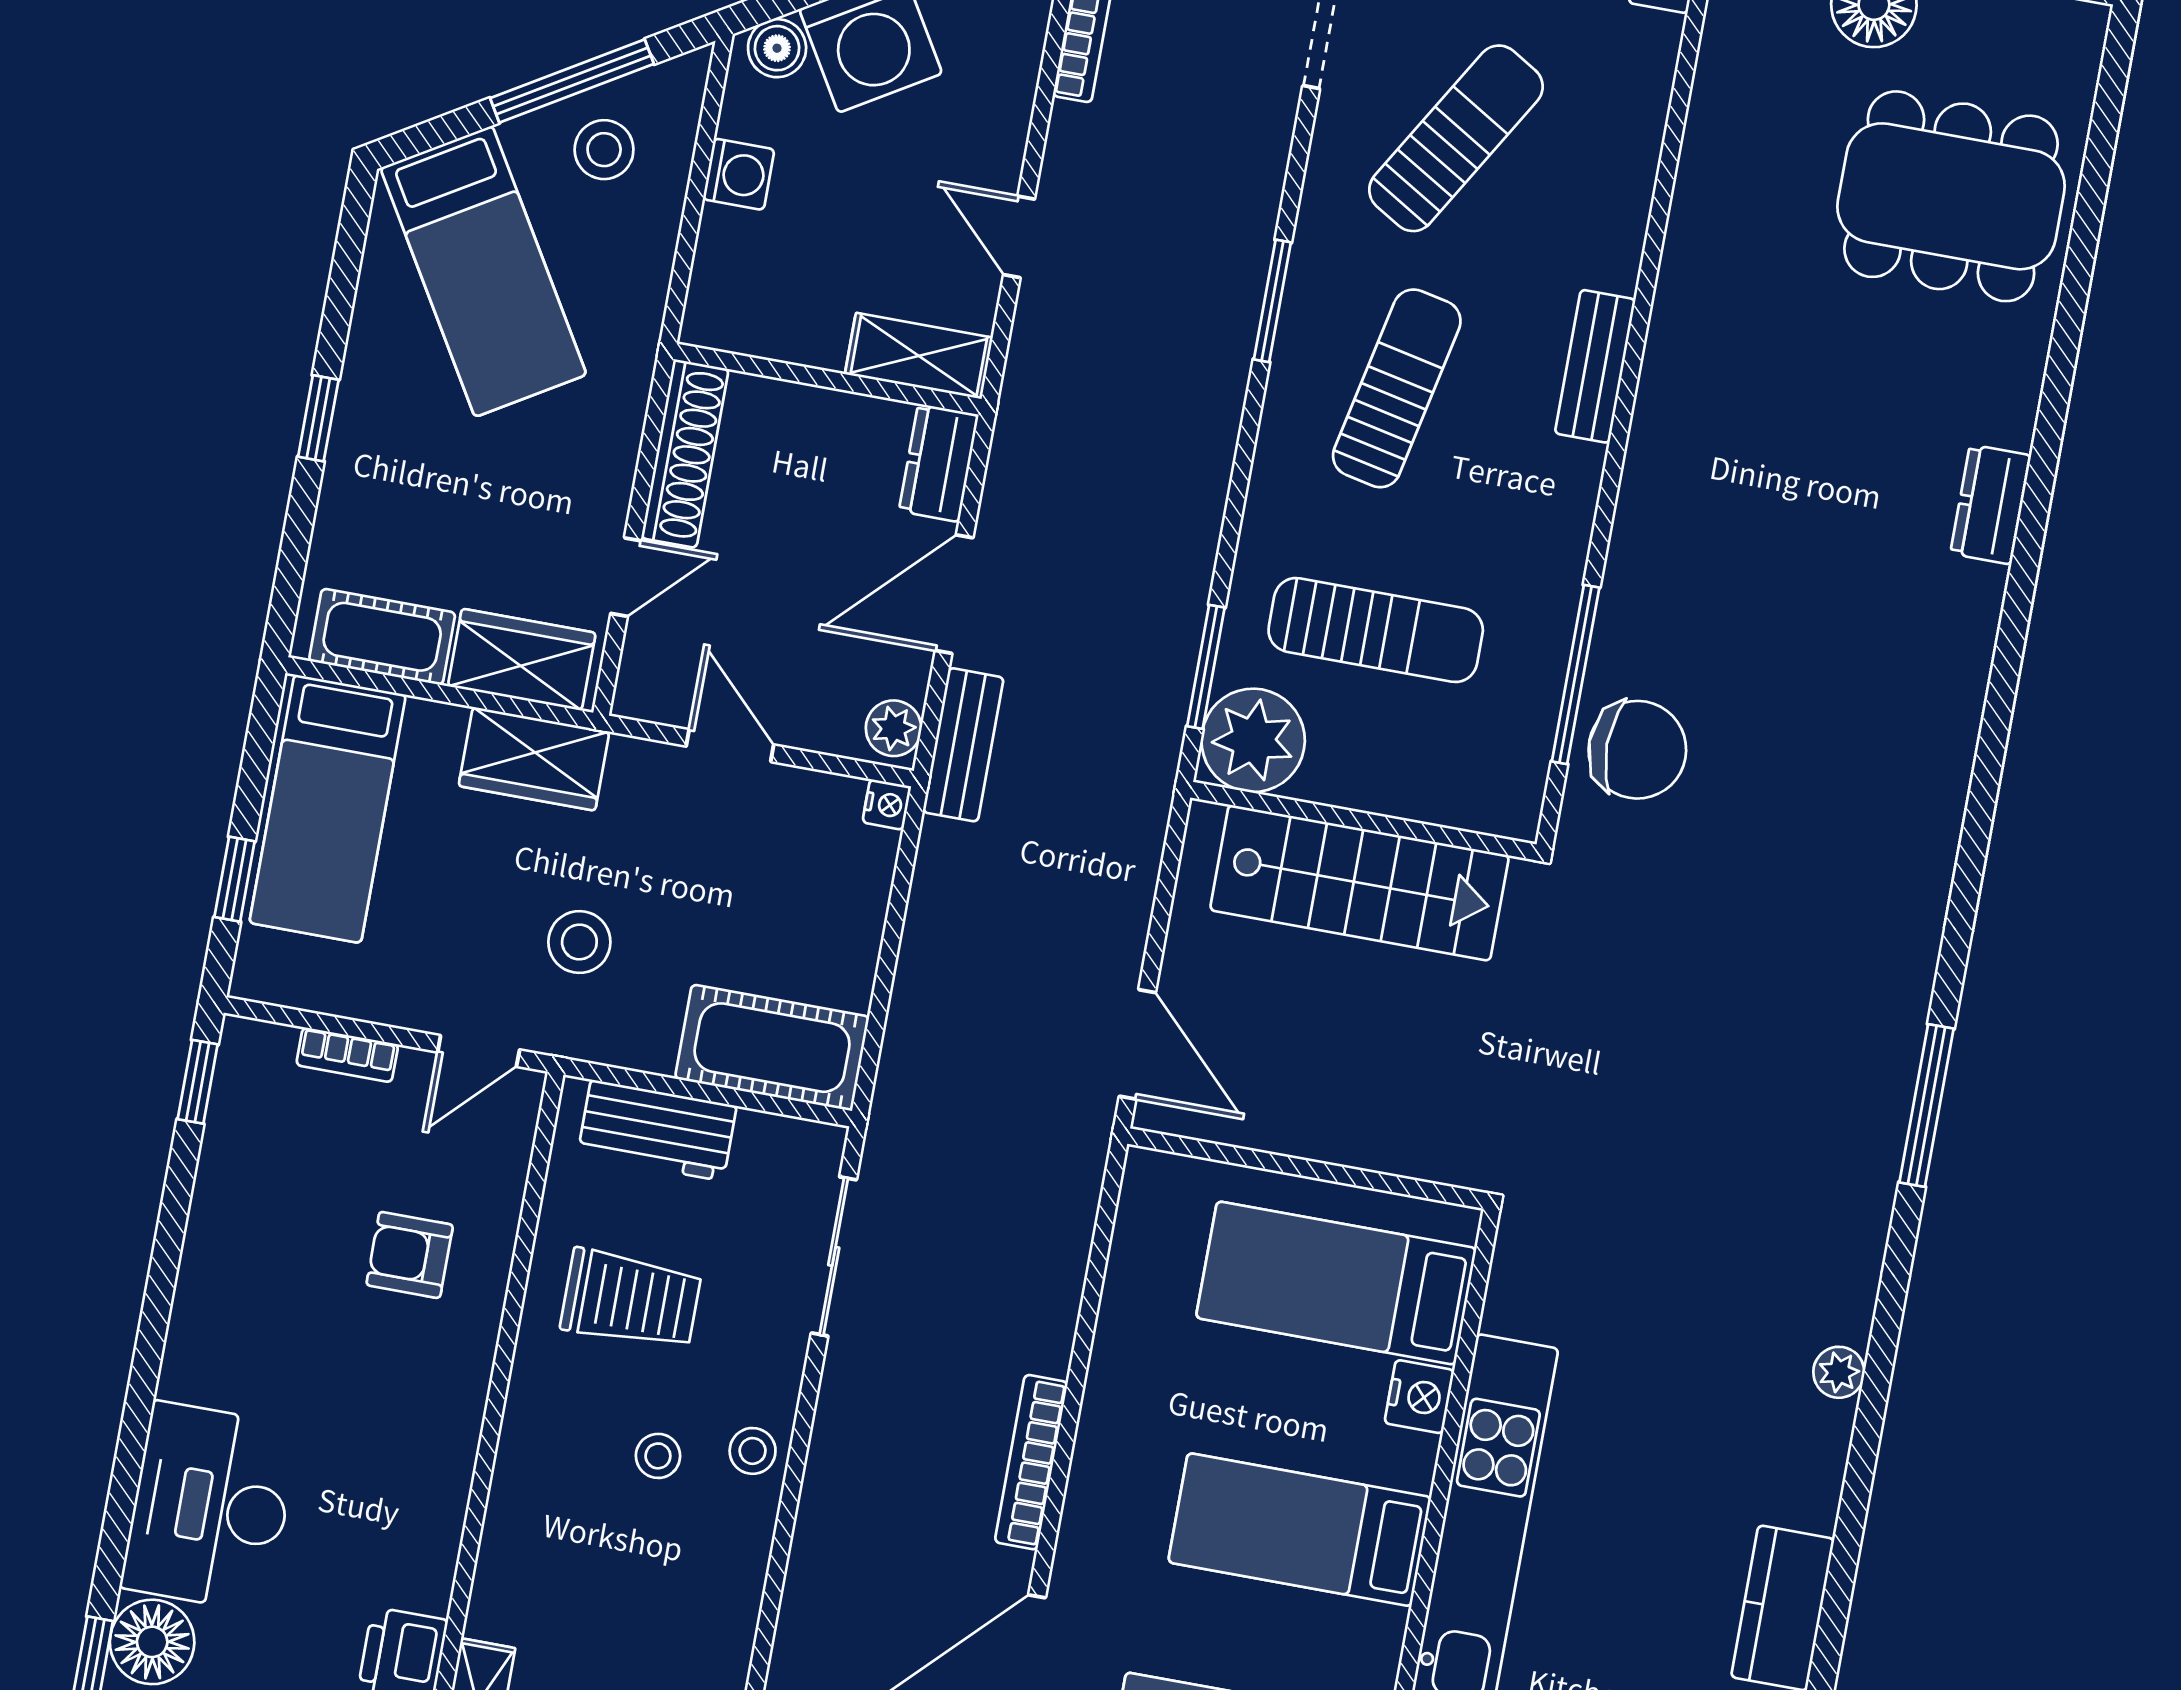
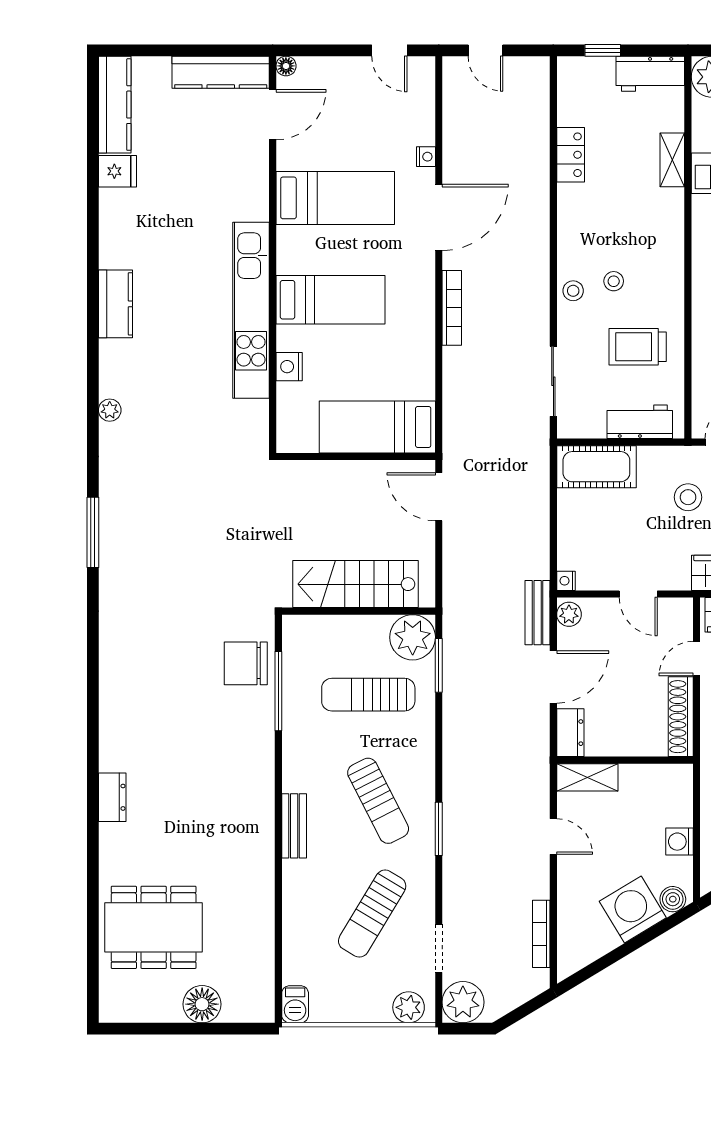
sun lounger: (1397, 388) -> (378, 801), turned -39
bed: (1336, 1283) -> (377, 427), moved, turned 180

